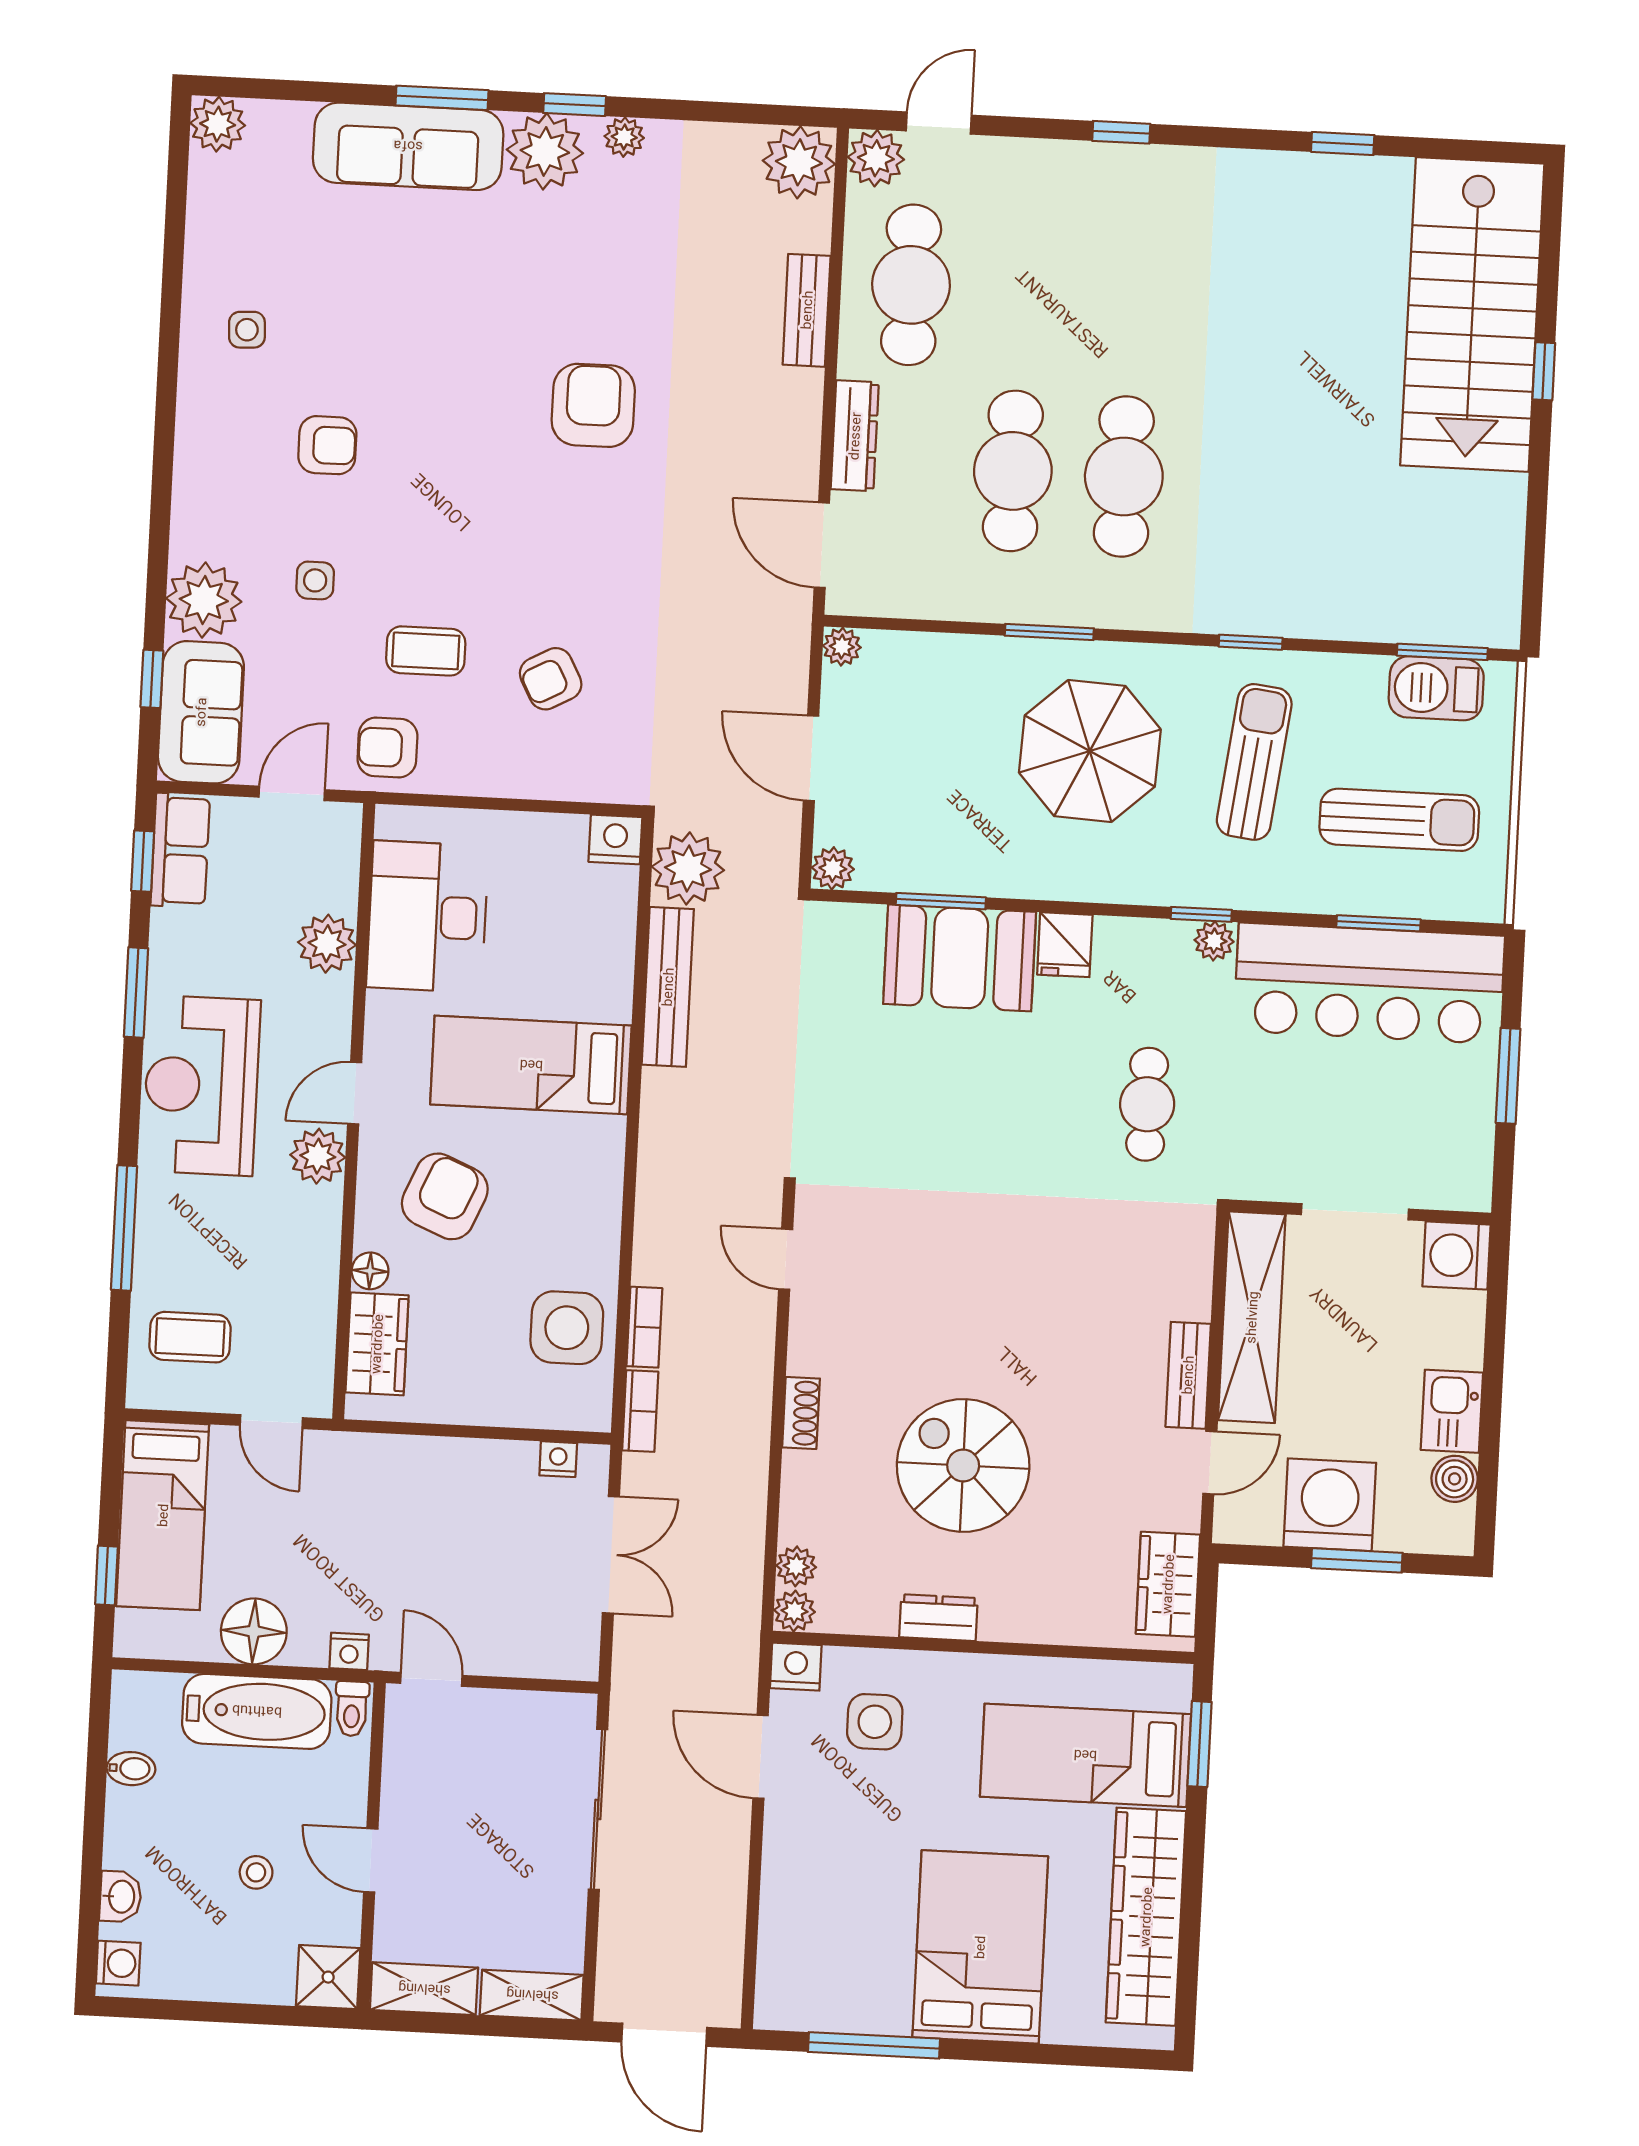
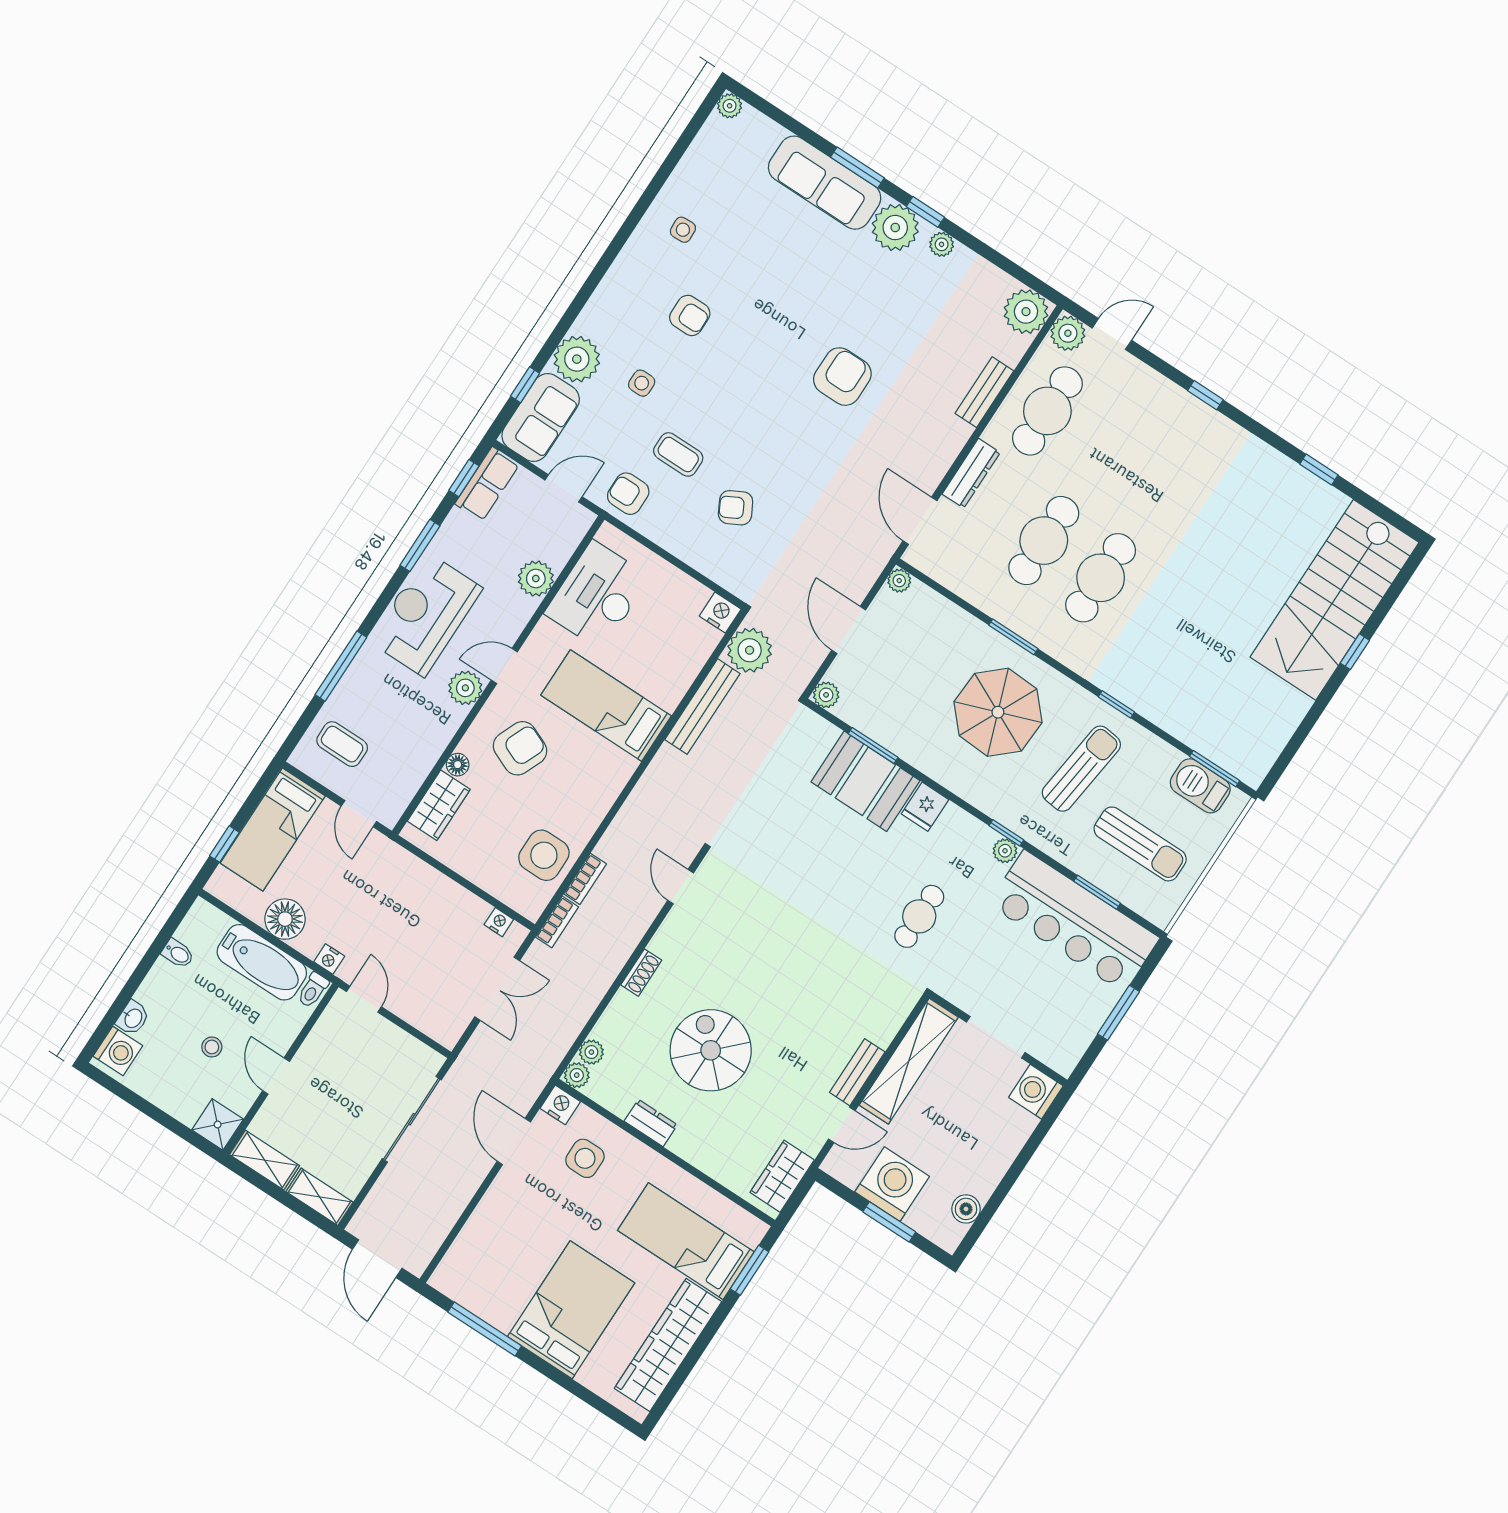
plant: (218, 124) -> (730, 106), width x0.73, depth x0.73
kitchen sink: (1452, 1411) -> (985, 1172), removed
washing machine: (118, 1963) -> (118, 1051), width x1.38, depth x1.38

